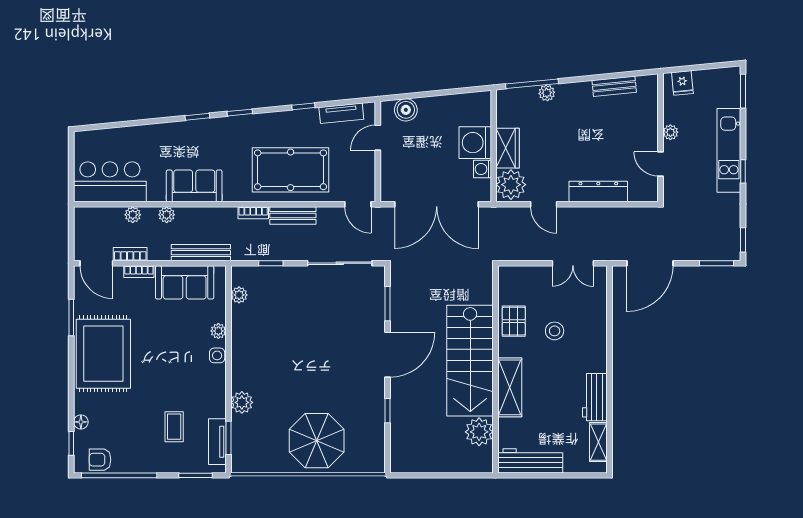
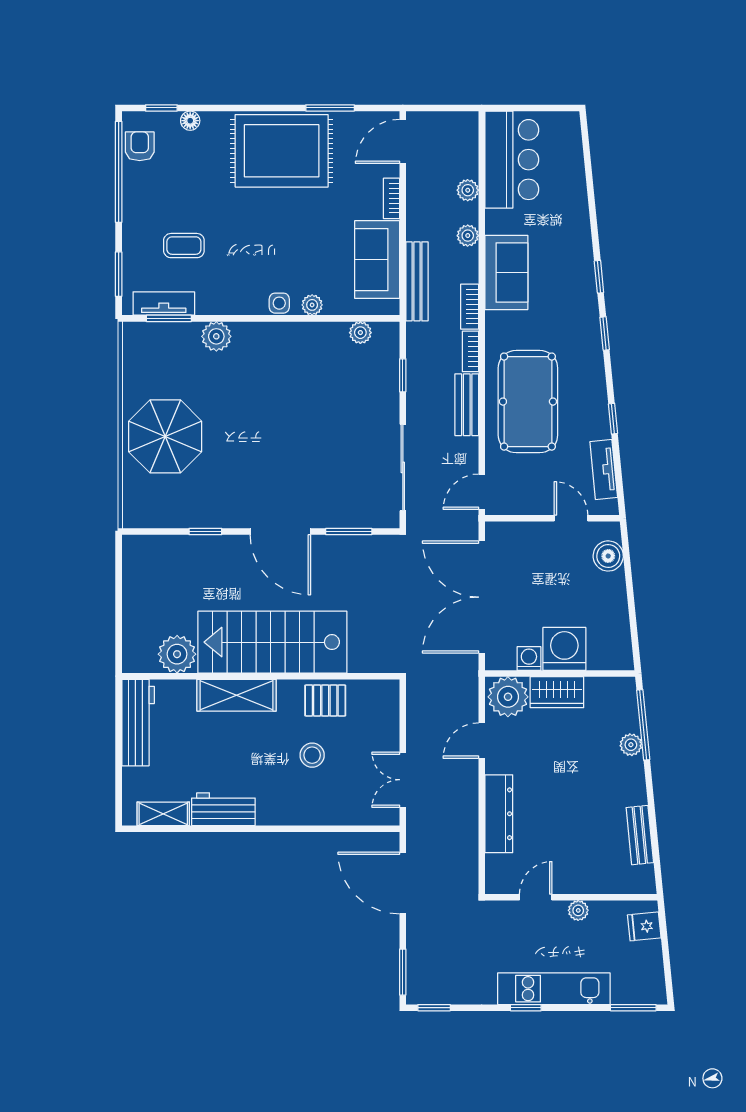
bookcase: (130, 254) -> (470, 307), moved, turned 180

